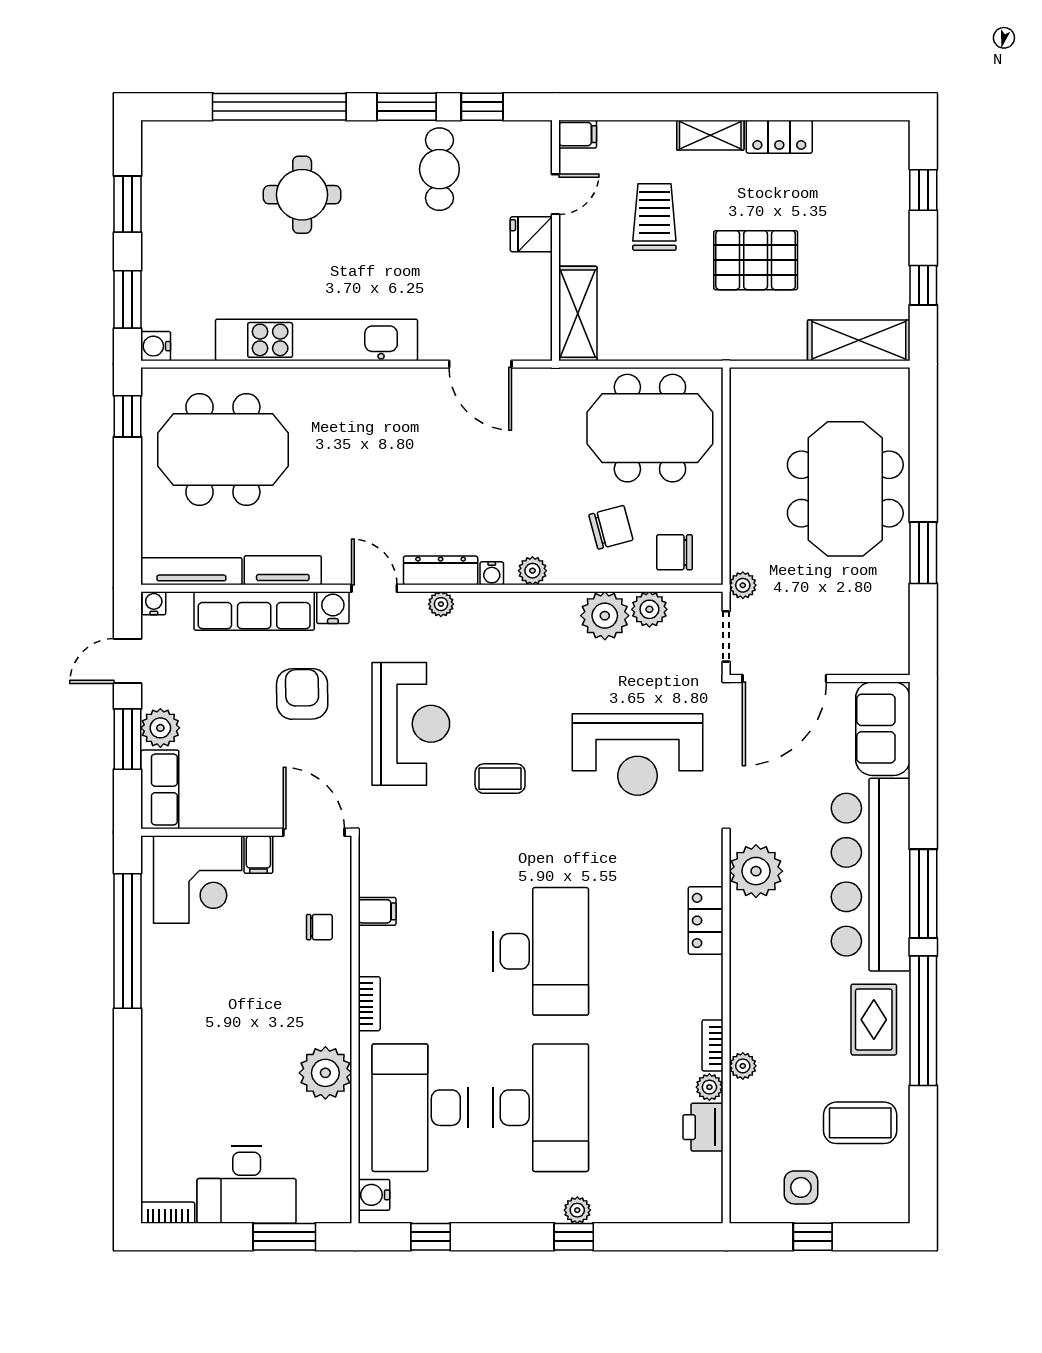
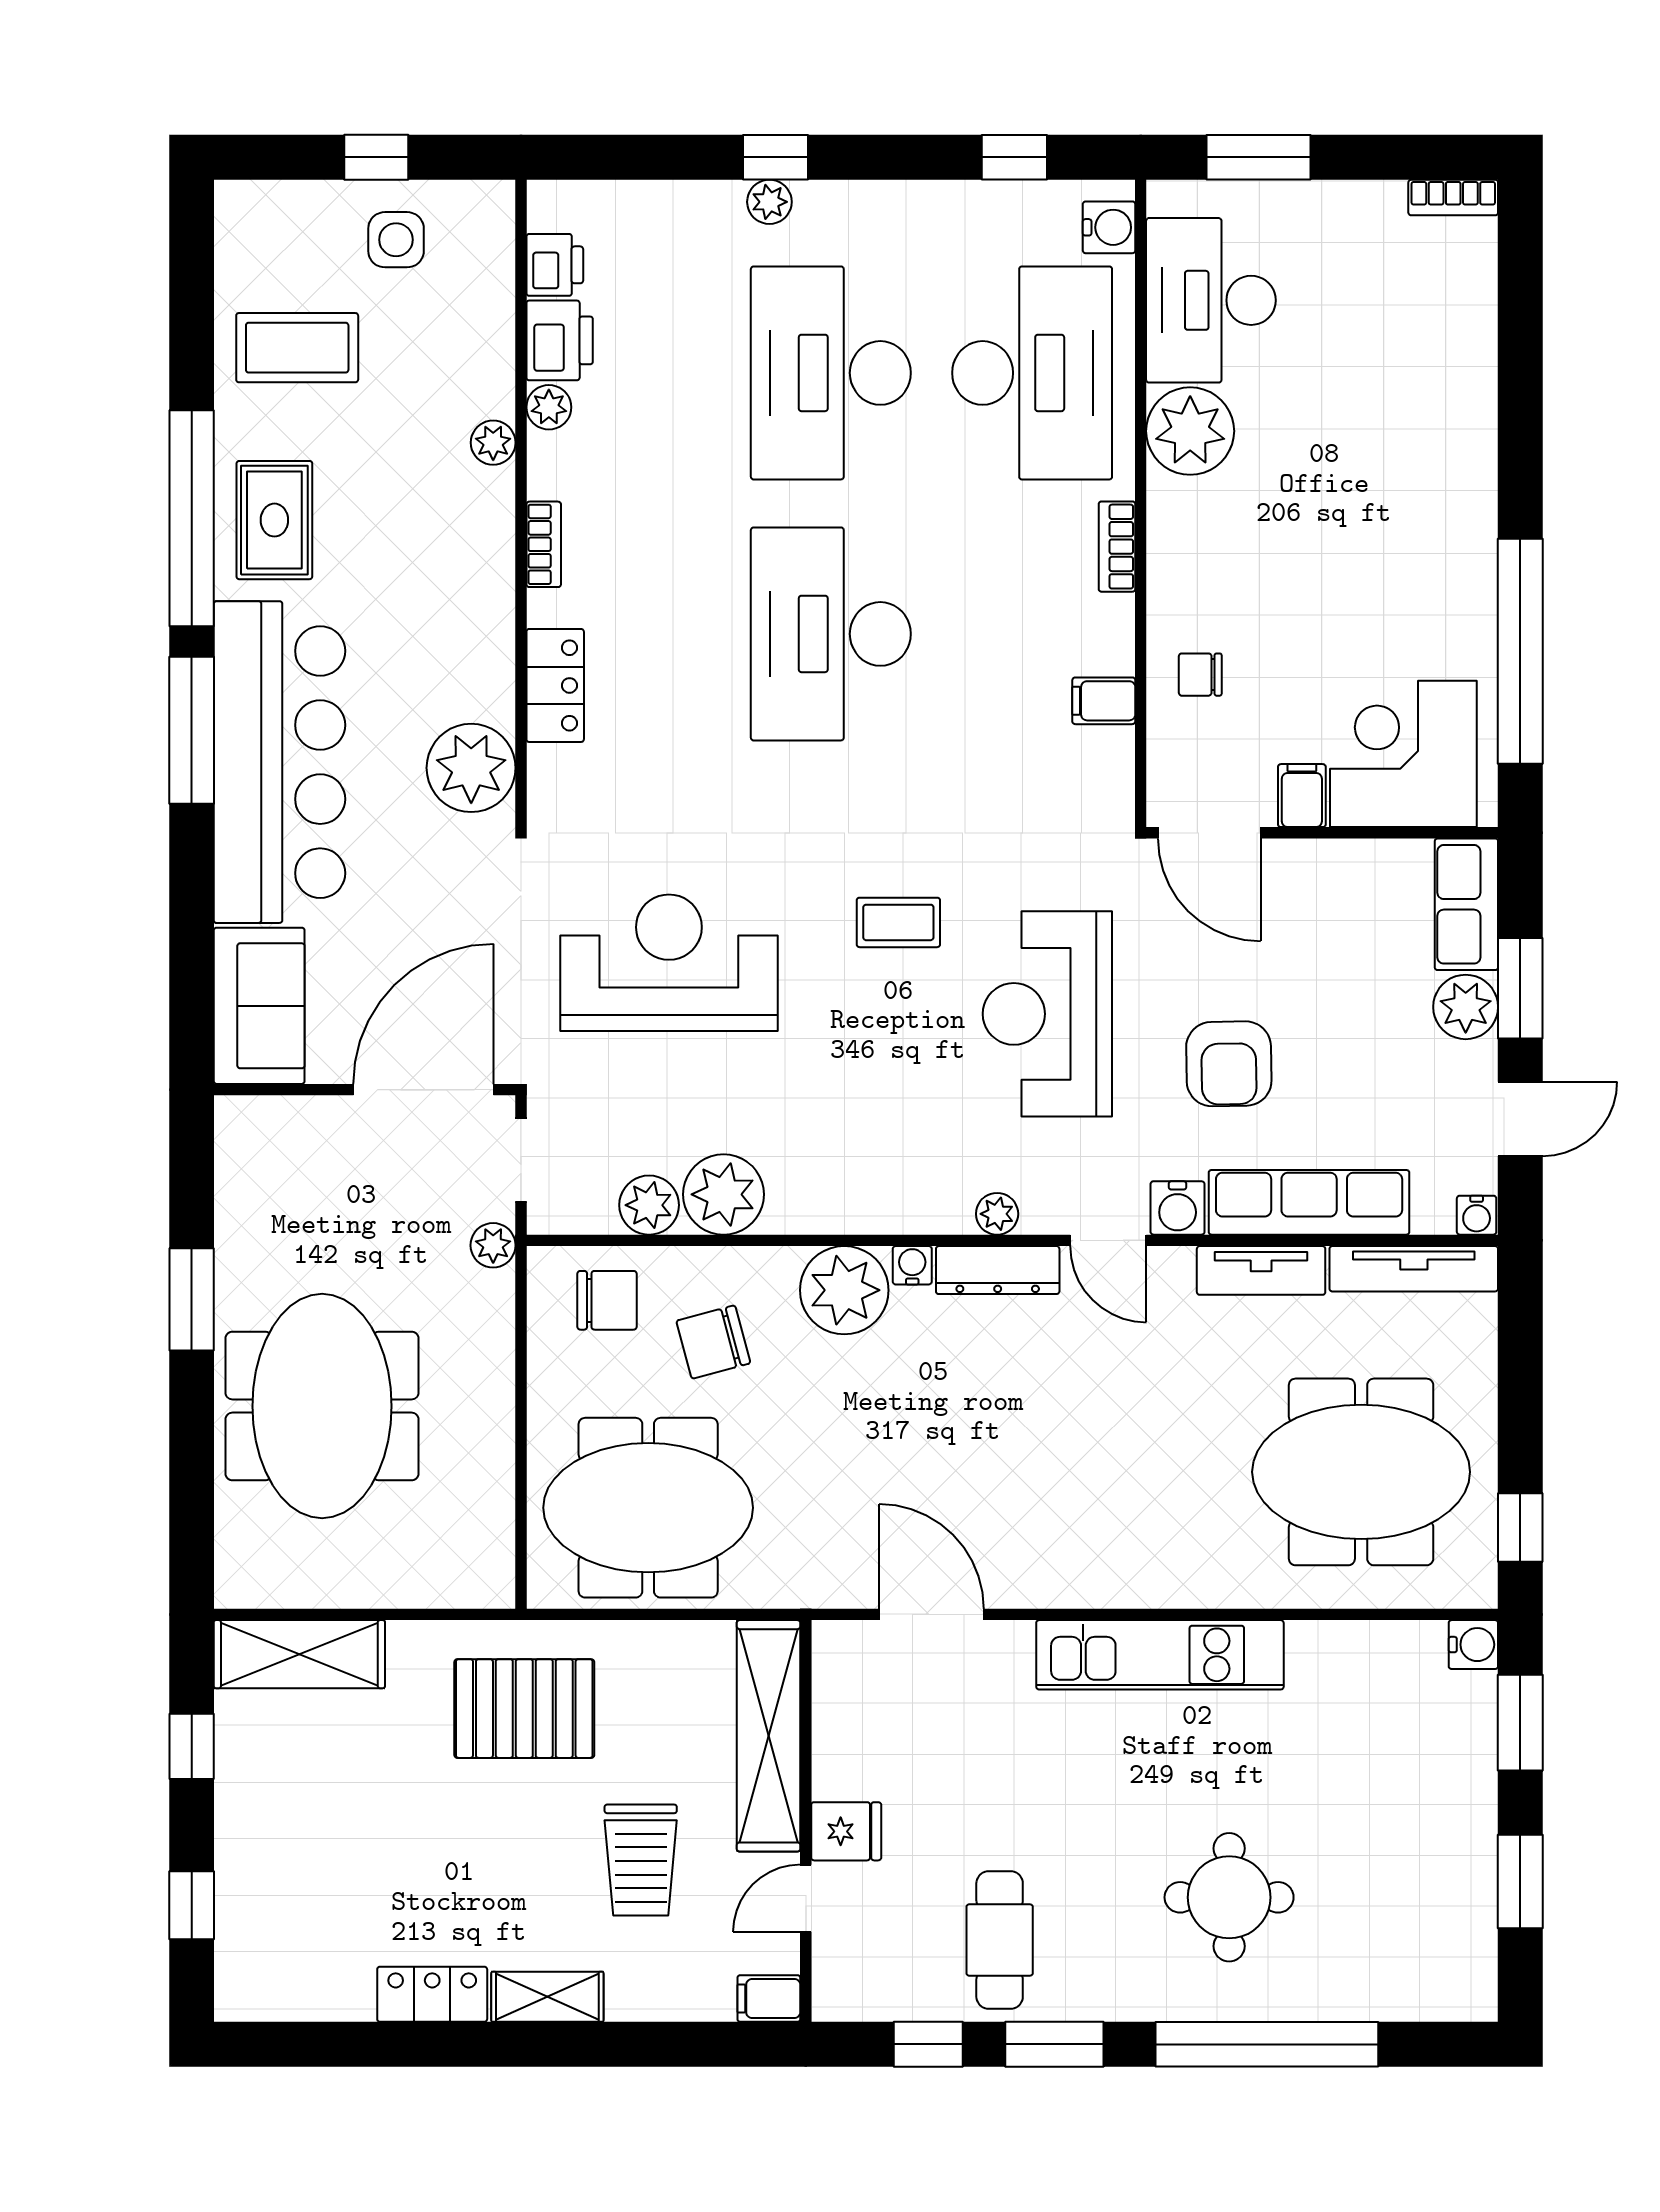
pallet: (756, 260) -> (524, 1709), moved
shelving: (578, 314) -> (769, 1736), width x1.47
kitchen unit: (317, 340) -> (1160, 1655), width x0.73
plant: (532, 571) -> (844, 1290), width x1.88, depth x1.88
bookcase: (712, 1045) -> (544, 544), moved
printer: (706, 1172) -> (555, 265), added
desk: (247, 1185) -> (1211, 300), moved, turned -90

